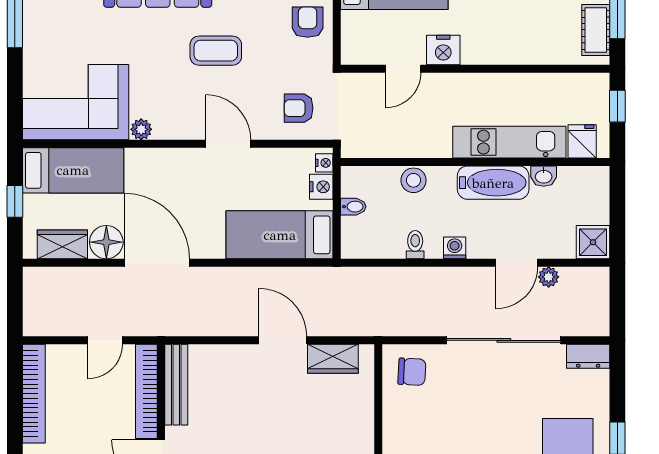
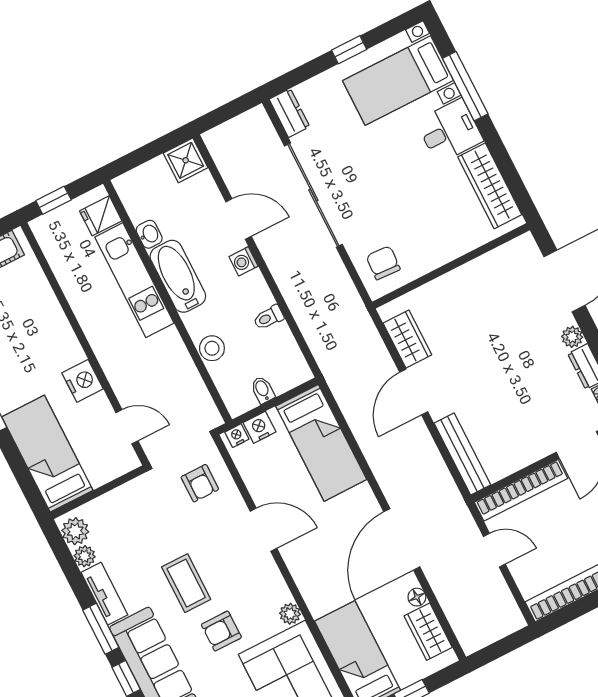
armchair: (308, 22) -> (221, 631), moved
door: (403, 69) -> (127, 427), moved
door: (228, 144) -> (263, 530), swing flipped
floor lamp: (106, 242) -> (417, 597), width x0.53, depth x0.53
washing machine: (455, 248) -> (244, 261), moved
plant: (549, 277) -> (237, 184), removed
bench: (176, 385) -> (462, 454), moved, turned 90

